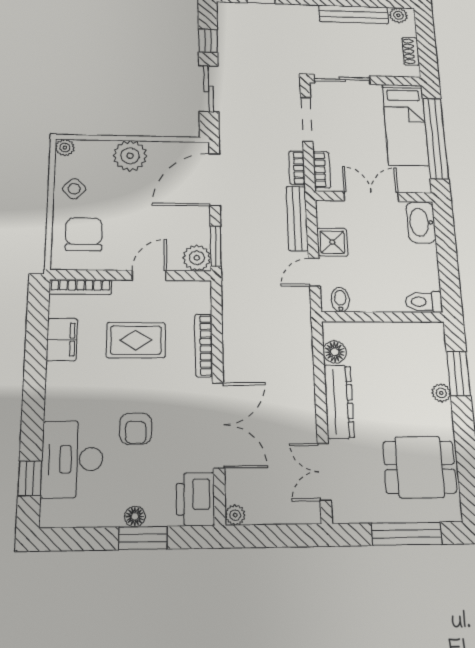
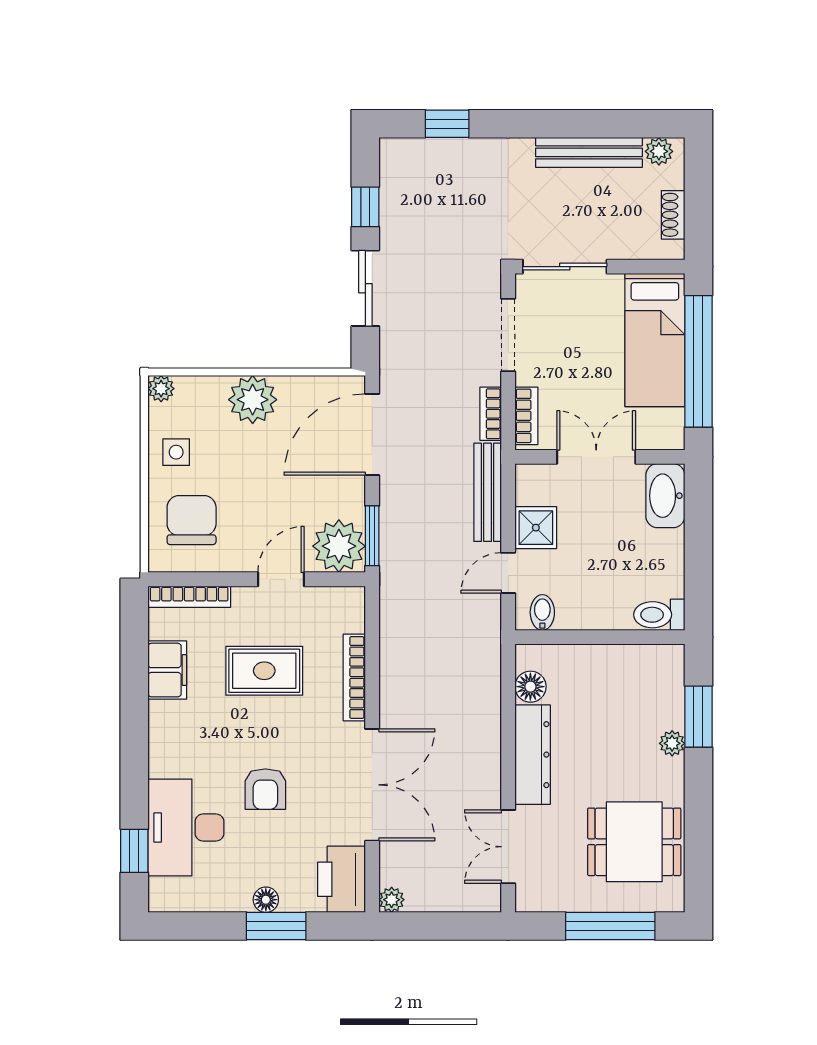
side table: (74, 189) -> (176, 452), turned 45
plant: (197, 258) -> (339, 546), width x1.36, depth x1.36

